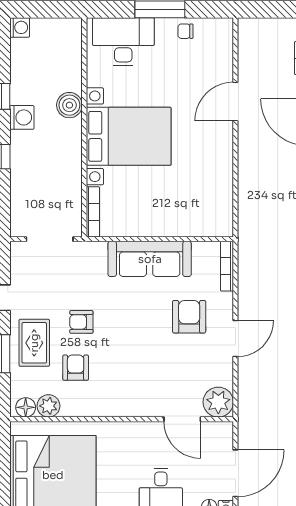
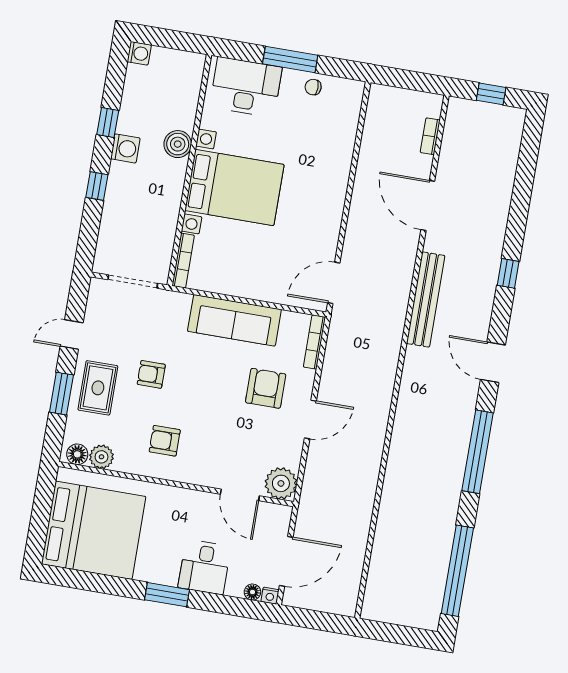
door: (235, 102) -> (334, 283), moved
armchair: (76, 368) -> (165, 441), moved, turned -90

